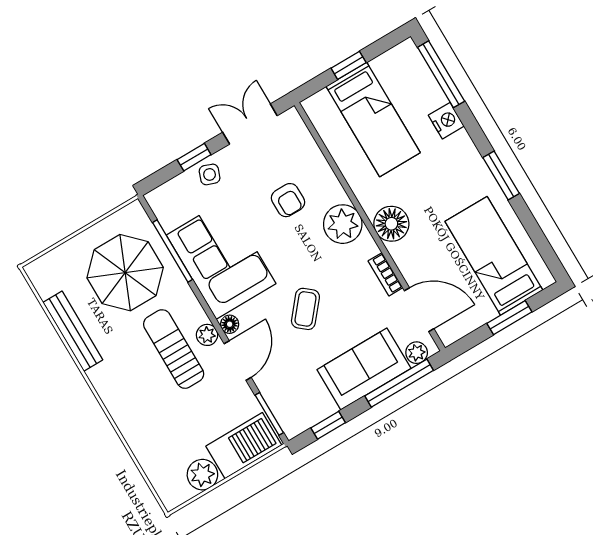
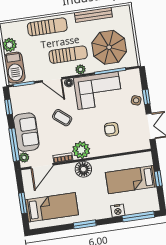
plant: (343, 224) -> (81, 150), moved
plant: (207, 335) -> (81, 69), moved
sun lounger: (135, 414) -> (47, 27), added

